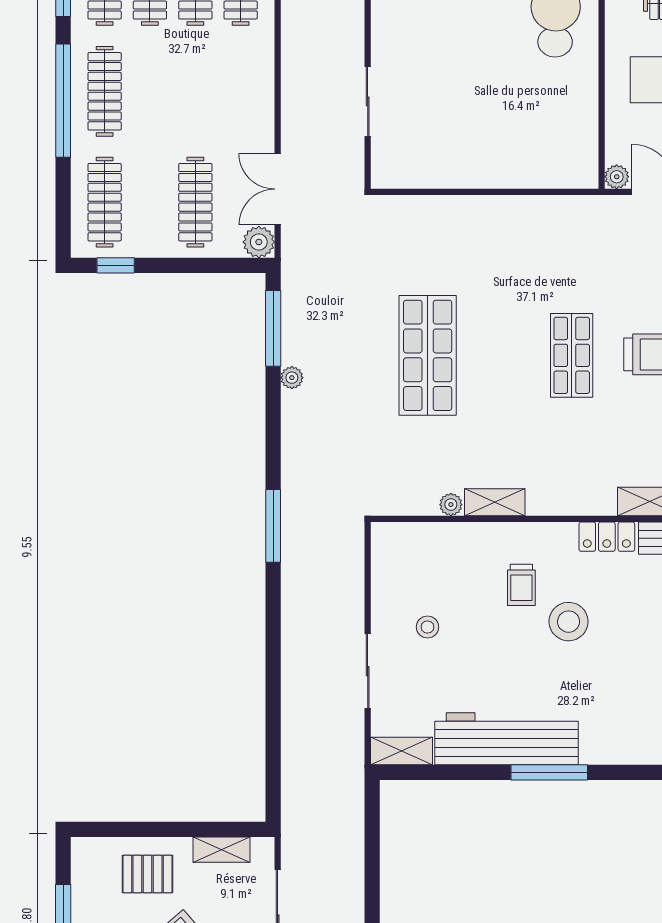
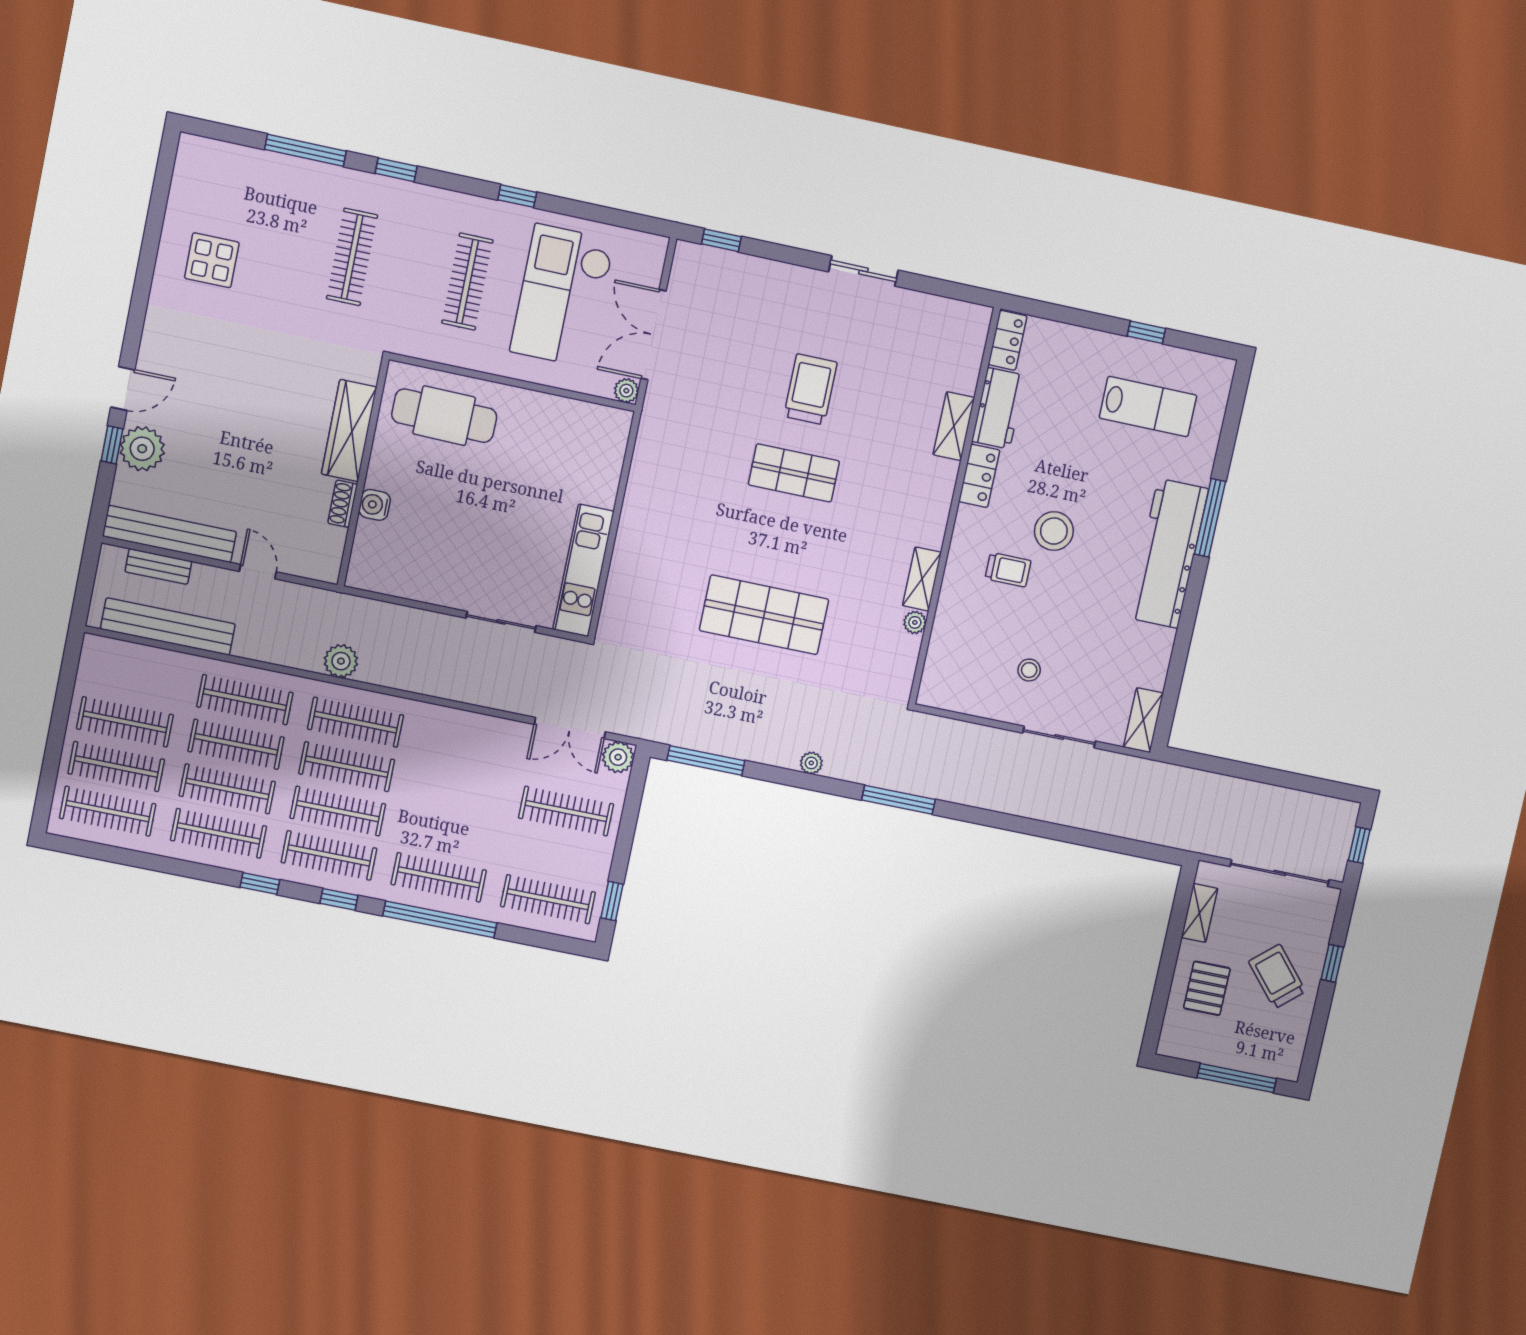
kitchen unit: (434, 171) -> (583, 570), added
plant: (292, 378) -> (811, 763), moved
workbench: (506, 739) -> (1168, 553), moved
window: (549, 772) -> (1210, 518), moved

